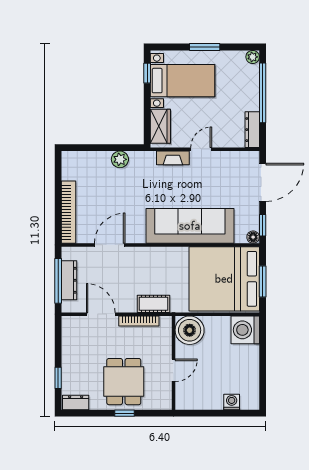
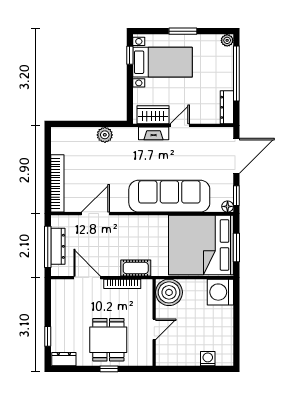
wardrobe: (160, 126) -> (153, 115), moved, turned -90

